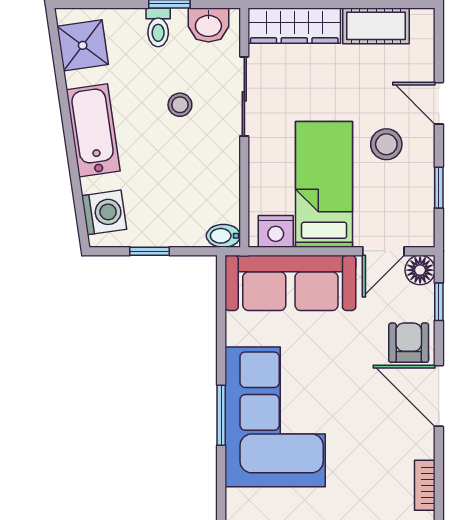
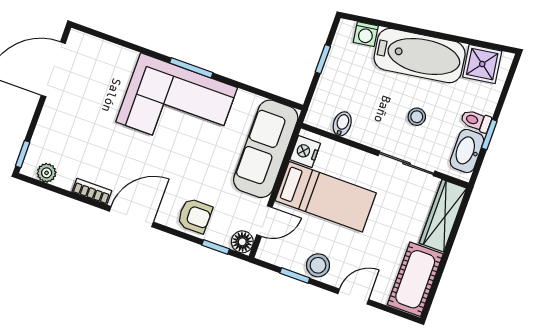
washbasin: (208, 25) -> (467, 151), width x1.38
cot: (376, 26) -> (415, 279), width x1.37, depth x1.34
bathtub: (93, 130) -> (420, 56), width x1.36, depth x1.36
stool: (386, 144) -> (318, 265), moved
washing machine: (104, 212) -> (366, 34), width x0.73, depth x0.73
bidet: (223, 236) -> (342, 124), moved
door: (383, 251) -> (264, 221), swing flipped
door: (439, 396) -> (131, 217), moved

